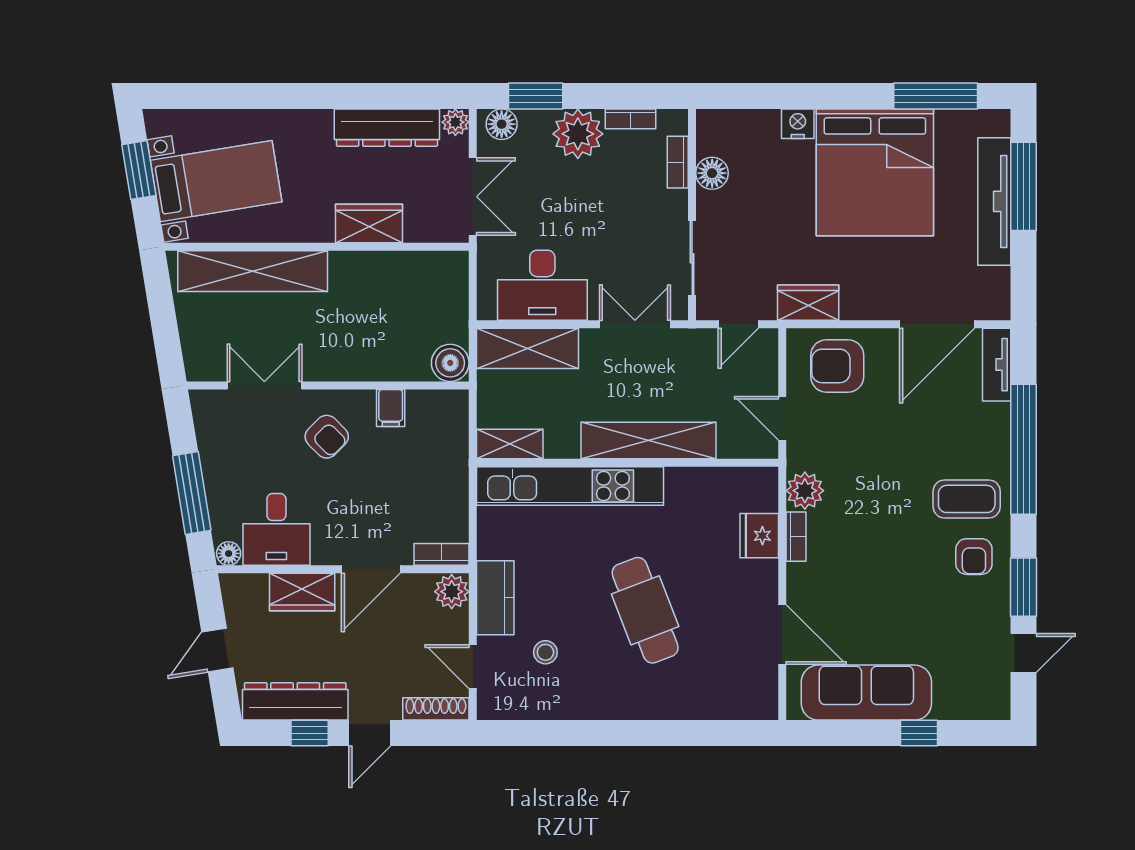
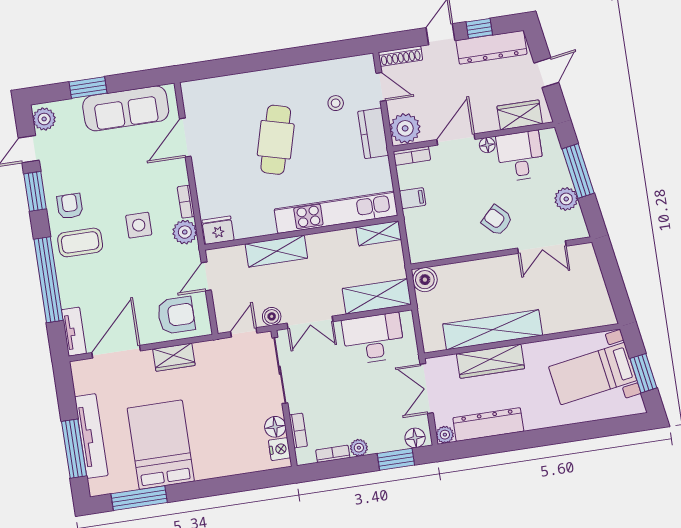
nightstand: (798, 124) -> (279, 449), moved, turned -90
plant: (578, 134) -> (359, 448), width x0.53, depth x0.53
bed: (875, 172) -> (161, 445), width x0.73
wardrobe: (369, 224) -> (490, 361), width x1.50
sliding door: (692, 258) -> (280, 370), width x1.37
shelving: (253, 271) -> (493, 330), moved
wardrobe: (808, 303) -> (174, 357), moved
boiler: (692, 342) -> (272, 316), added
filing cabinet: (391, 408) -> (412, 198), moved, turned 90
door: (782, 418) -> (206, 276), swing flipped
shelving: (648, 441) -> (276, 251), width x0.68
plant: (216, 453) -> (566, 199), added
side table: (873, 512) -> (139, 225), added
fridge: (759, 536) -> (218, 230), moved, turned -90
floor lamp: (229, 553) -> (487, 145), moved
wardrobe: (302, 592) -> (520, 115), moved
plant: (452, 592) -> (405, 128), width x1.36, depth x1.36
cafe table: (645, 610) -> (276, 140), turned 36
door: (782, 634) -> (185, 138), hinge flipped
plant: (993, 695) -> (44, 119), added
window: (919, 733) -> (88, 88), width x1.50

